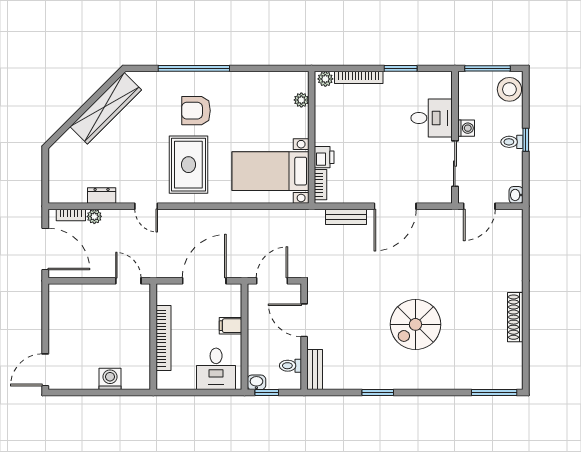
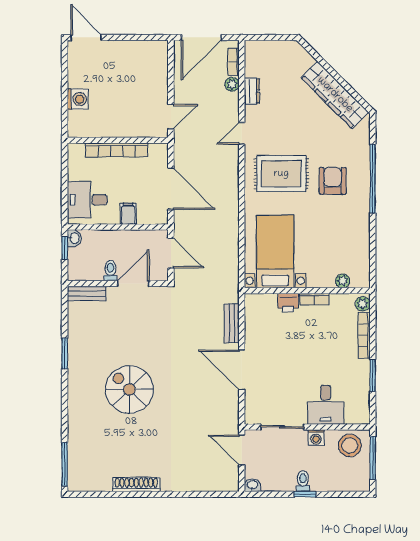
stool: (509, 89) -> (350, 446), moved
bookcase: (320, 185) -> (314, 299), moved
toilet: (290, 366) -> (110, 271), moved

